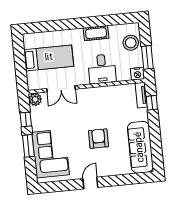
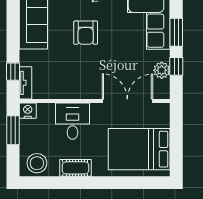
stool: (131, 43) -> (37, 163), moved
bed: (49, 58) -> (139, 149), width x1.50
double door: (61, 89) -> (127, 101), width x1.37
plant: (35, 99) -> (162, 70), moved

